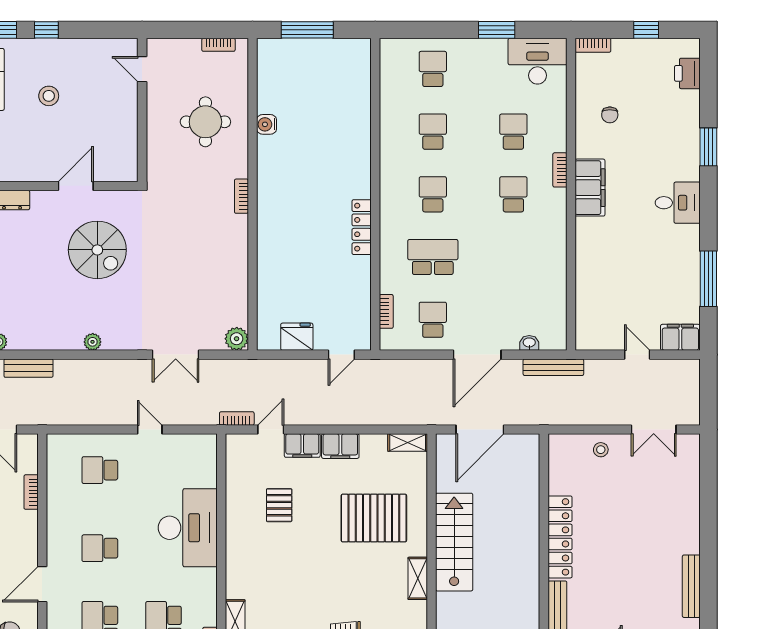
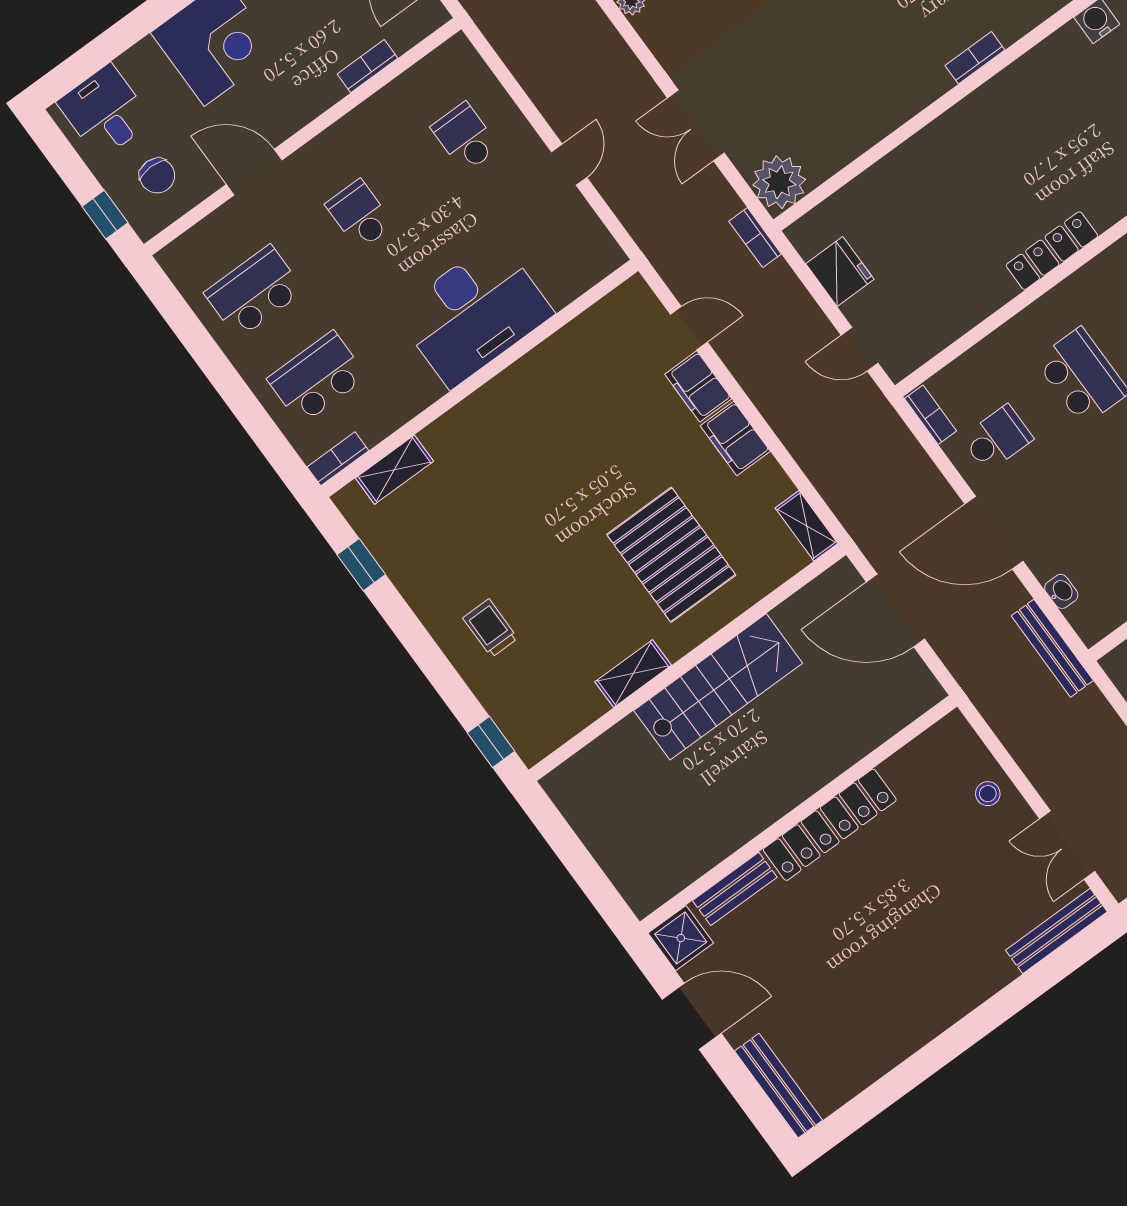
bookcase: (386, 311) -> (930, 415), moved, turned -90
plant: (237, 339) -> (779, 182), width x1.36, depth x1.36
bookcase: (237, 418) -> (755, 238), moved, turned 180
pallet: (279, 505) -> (595, 414), removed
bench: (691, 586) -> (1056, 931), moved

